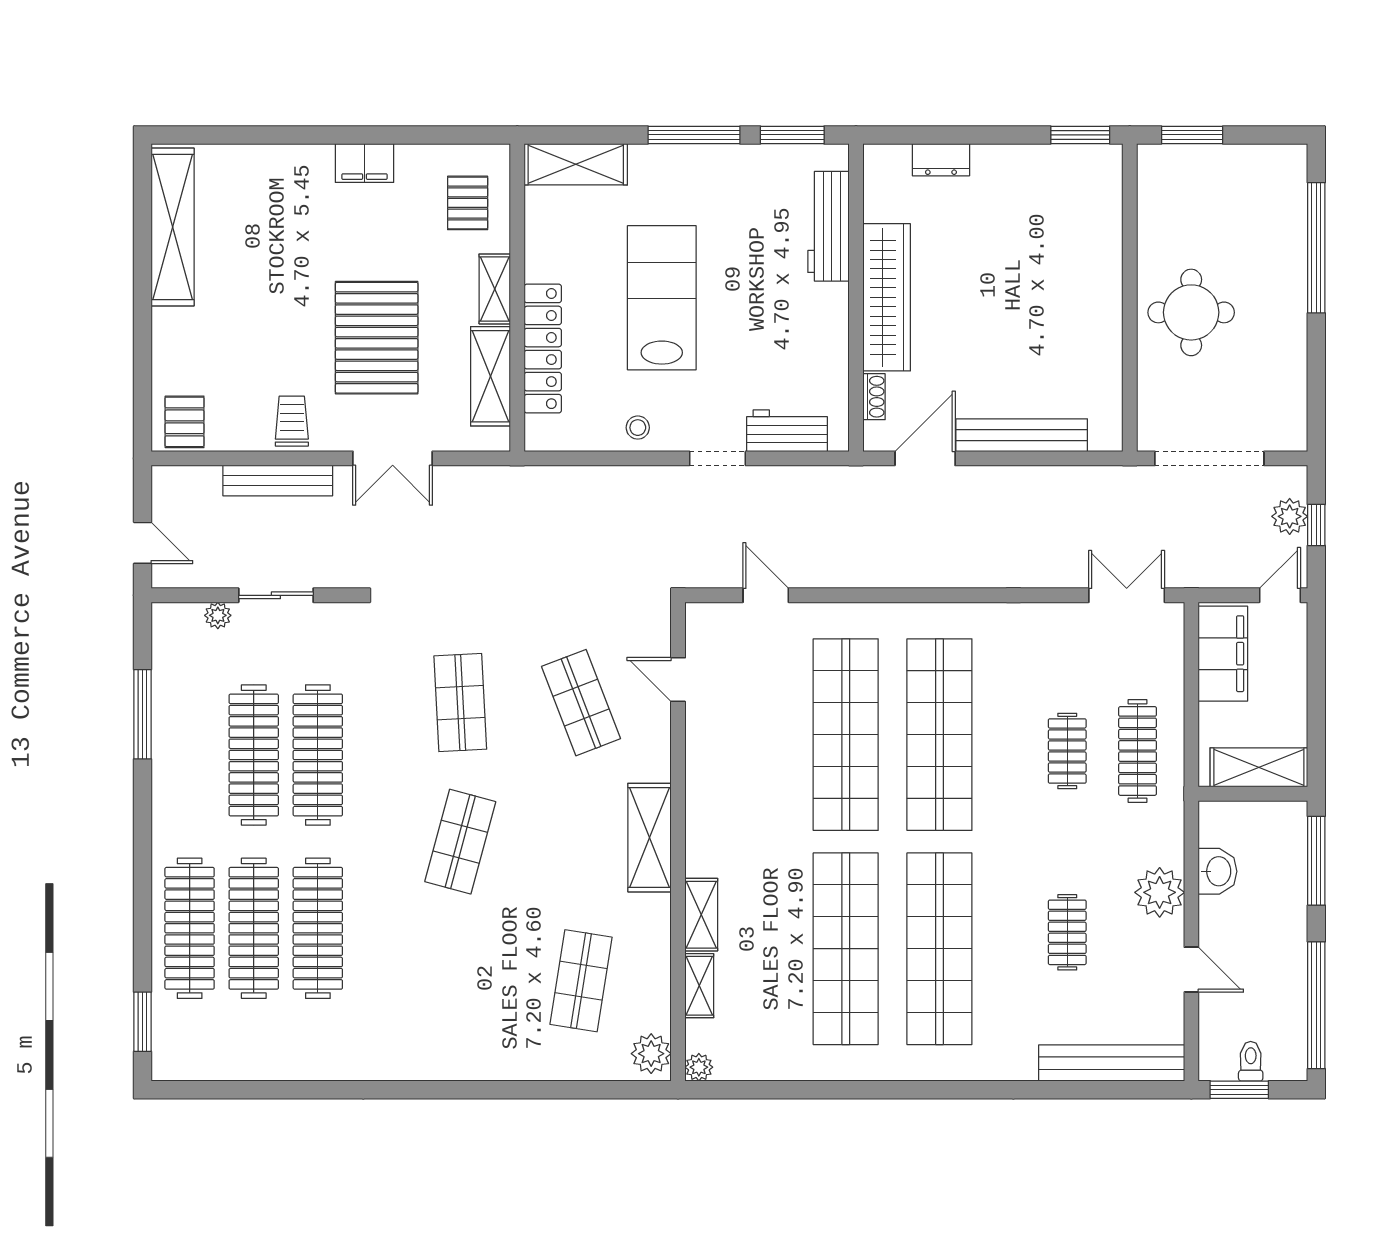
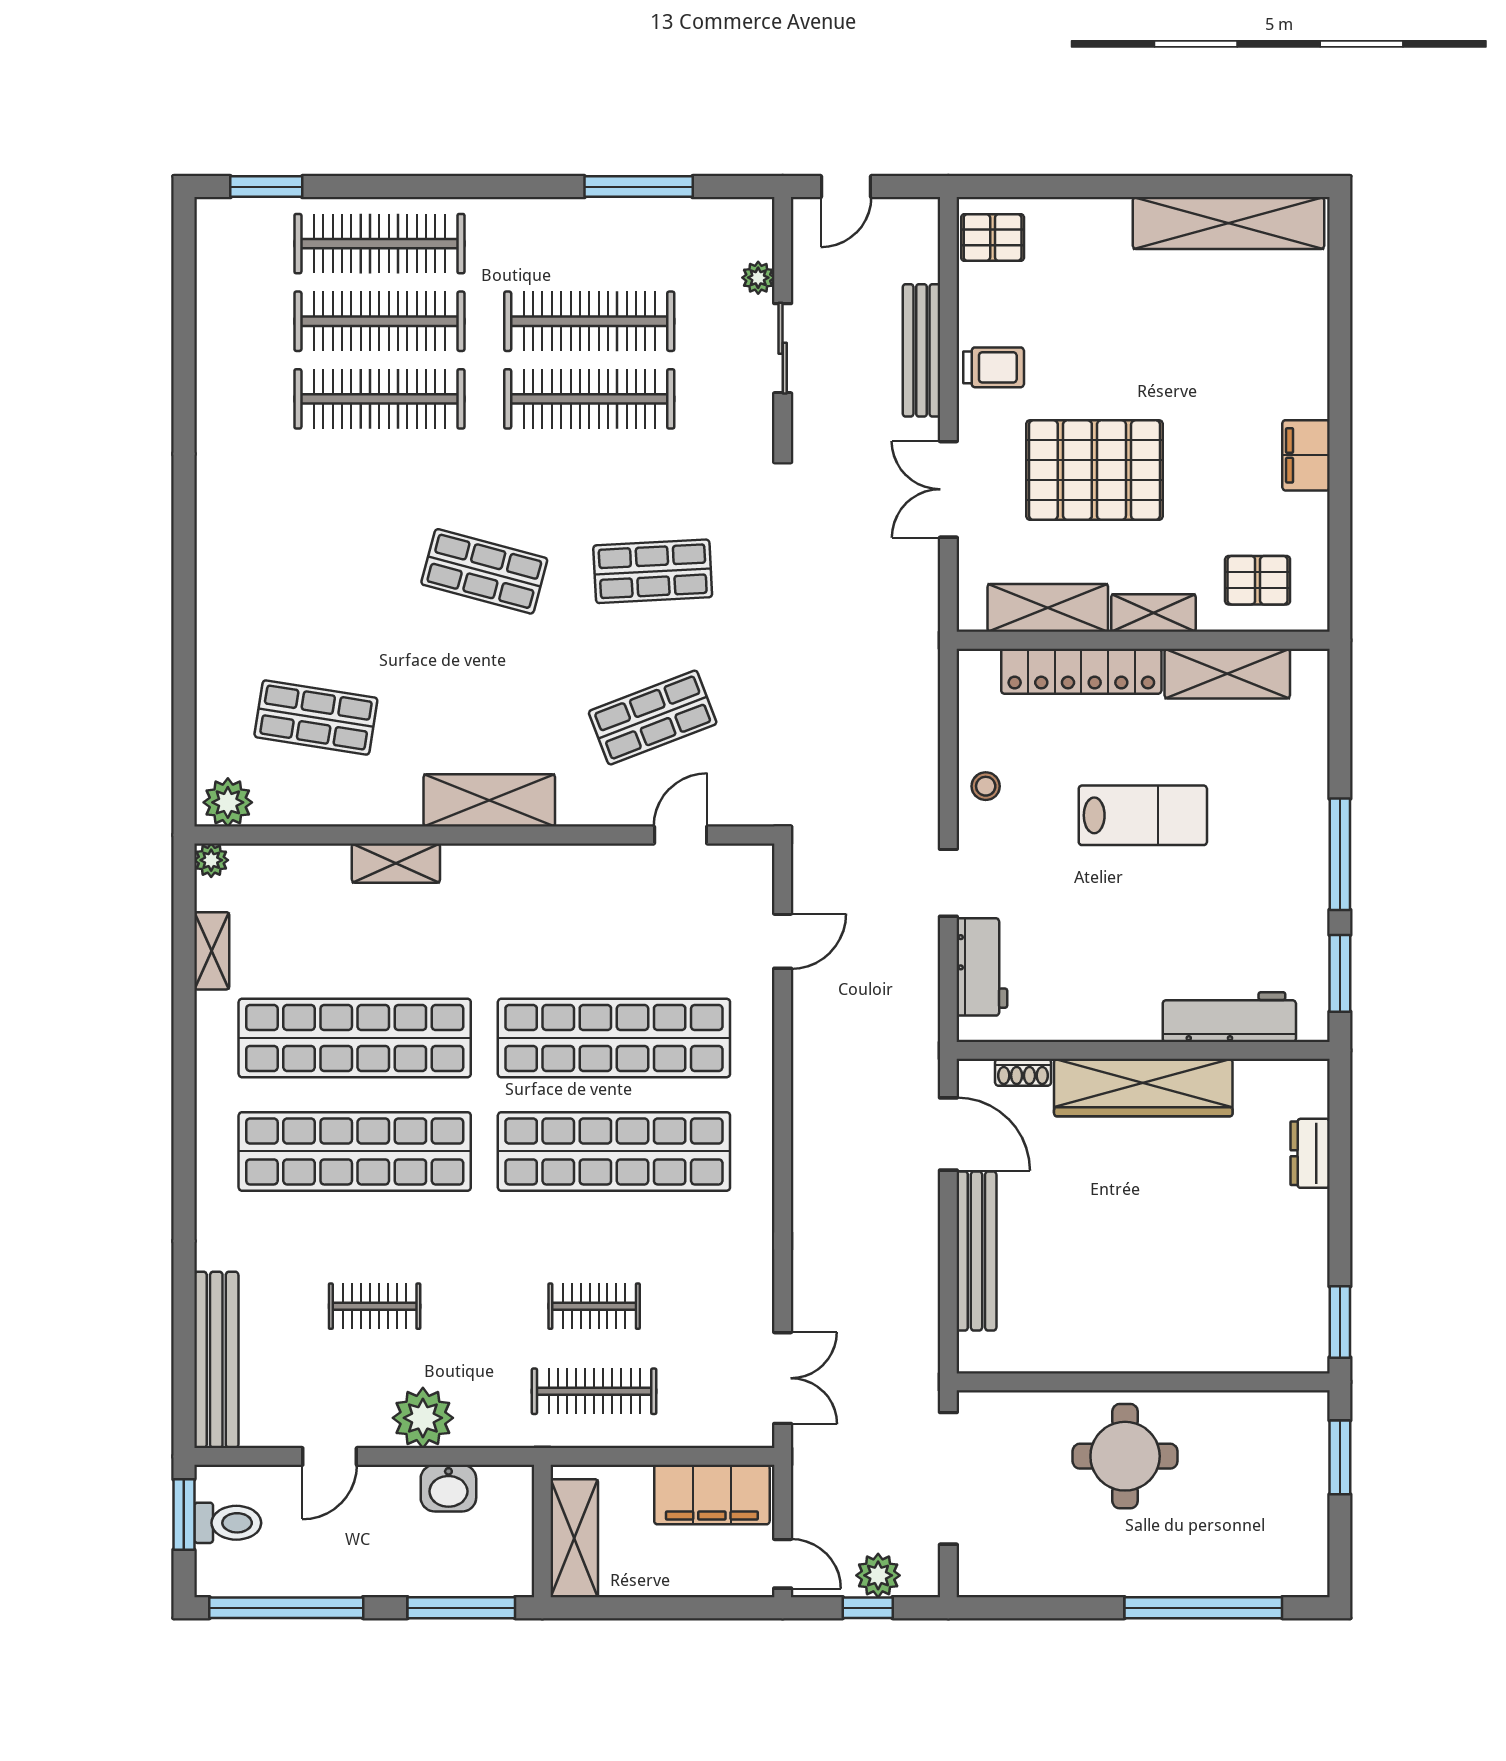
shelving: (576, 164) -> (1227, 674), moved, turned 90
lab bench: (662, 298) -> (1143, 815), width x0.73, depth x0.72
shelving: (699, 986) -> (212, 951), moved, turned 90
toilet: (1251, 1061) -> (228, 1523), width x1.37, depth x1.39

